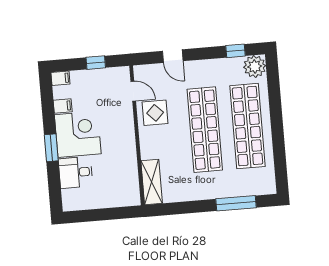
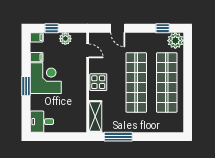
window: (96, 63) -> (52, 28), moved
plant: (101, 77) -> (65, 39), added
display table: (155, 113) -> (98, 82), moved
desk: (76, 172) -> (42, 122), moved
window: (236, 203) -> (118, 137), moved

